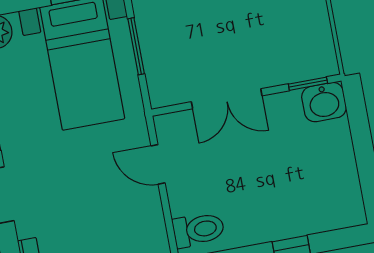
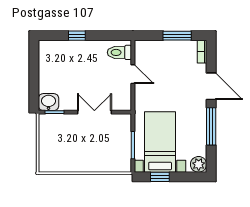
door: (158, 164) -> (133, 74), moved

